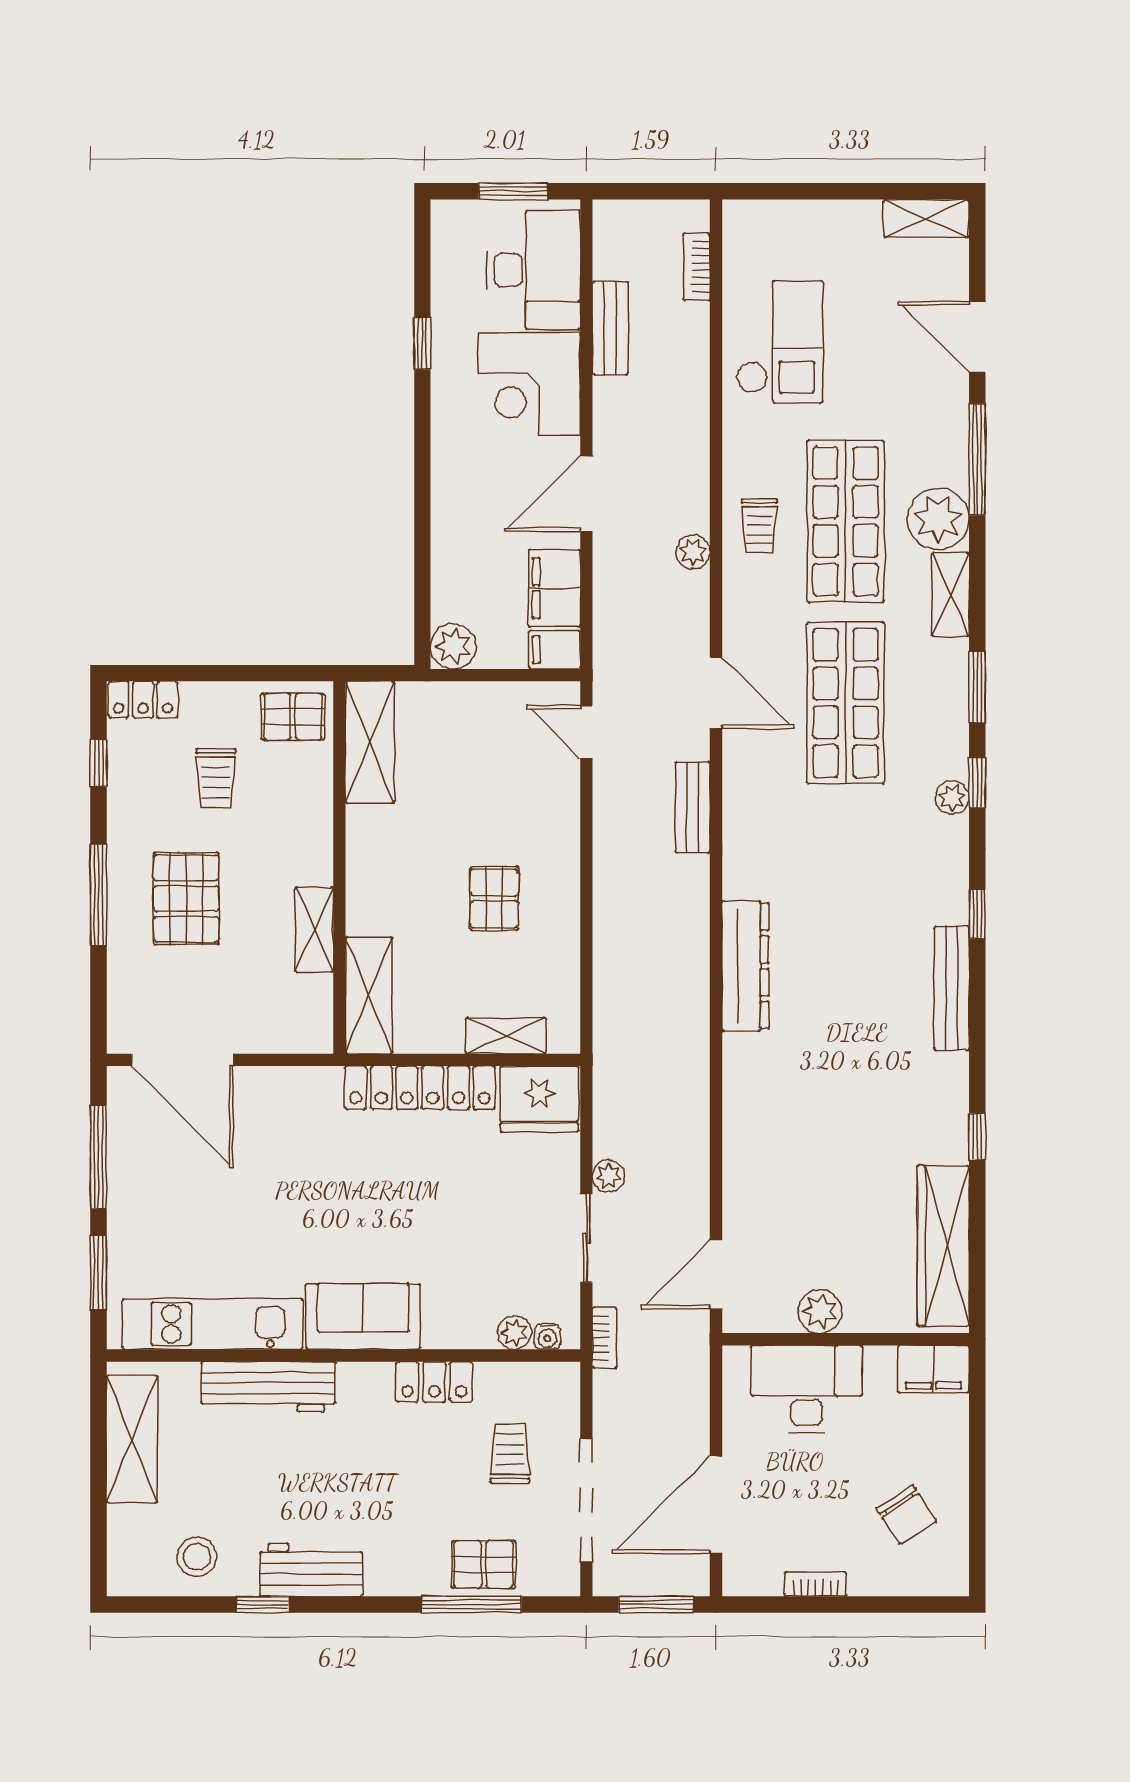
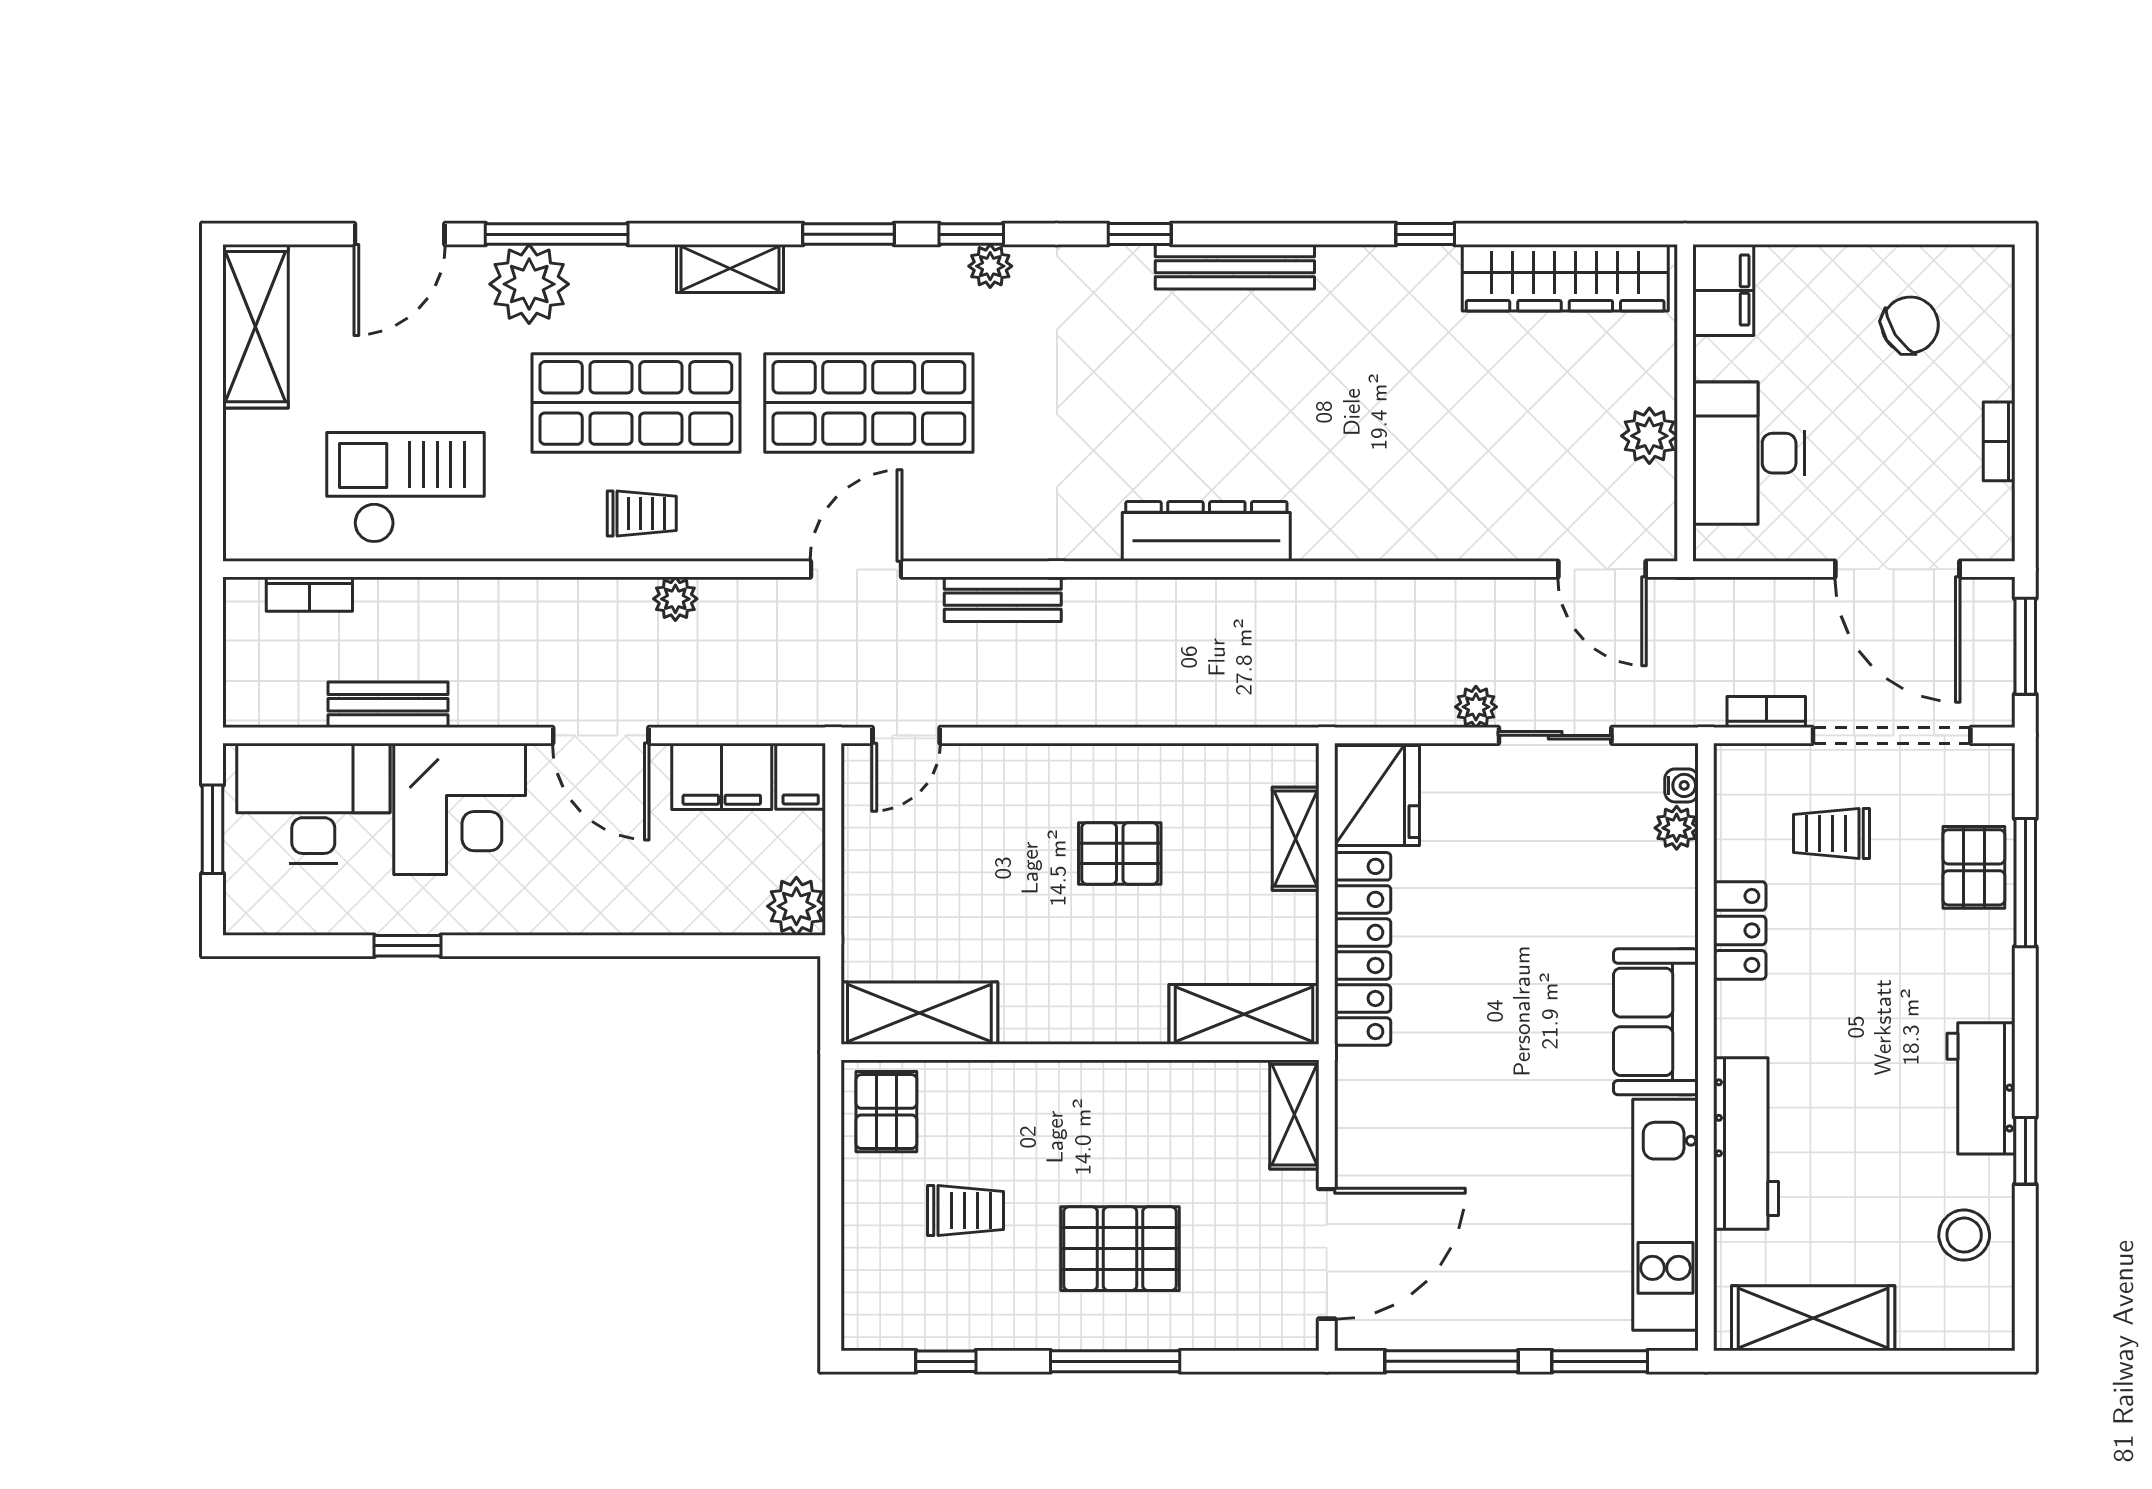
shelving: (926, 218) -> (256, 327), width x1.50, depth x1.33
plant: (938, 519) -> (529, 284), moved
locker: (143, 700) -> (865, 1304), removed
shelving: (314, 929) -> (1294, 1115), moved, turned 90
bookcase: (605, 1338) -> (1766, 712), moved

